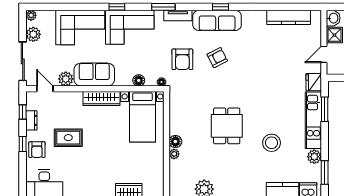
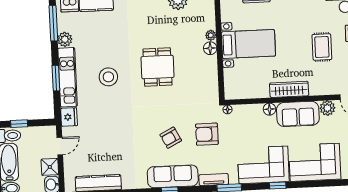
armchair: (182, 59) -> (207, 134), turned -90
floor lamp: (139, 80) -> (269, 109), moved
window: (325, 109) -> (56, 78), moved
bed with nightstands: (142, 117) -> (248, 44), moved, turned 90
rug: (68, 138) -> (322, 47), turned 90
stool: (272, 143) -> (108, 77), moved
window: (325, 173) -> (53, 23), width x1.44

